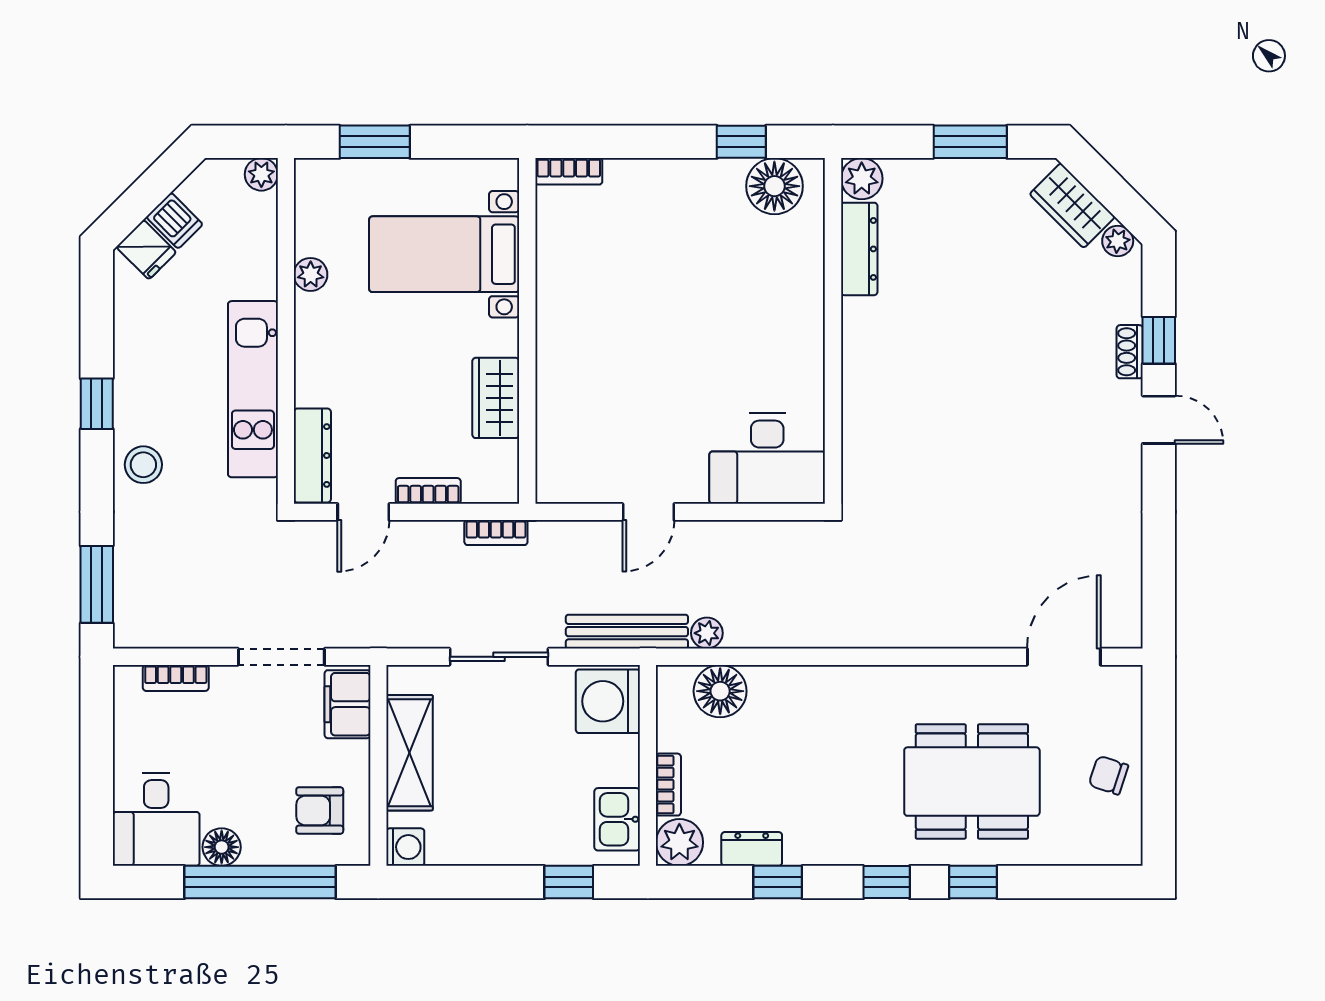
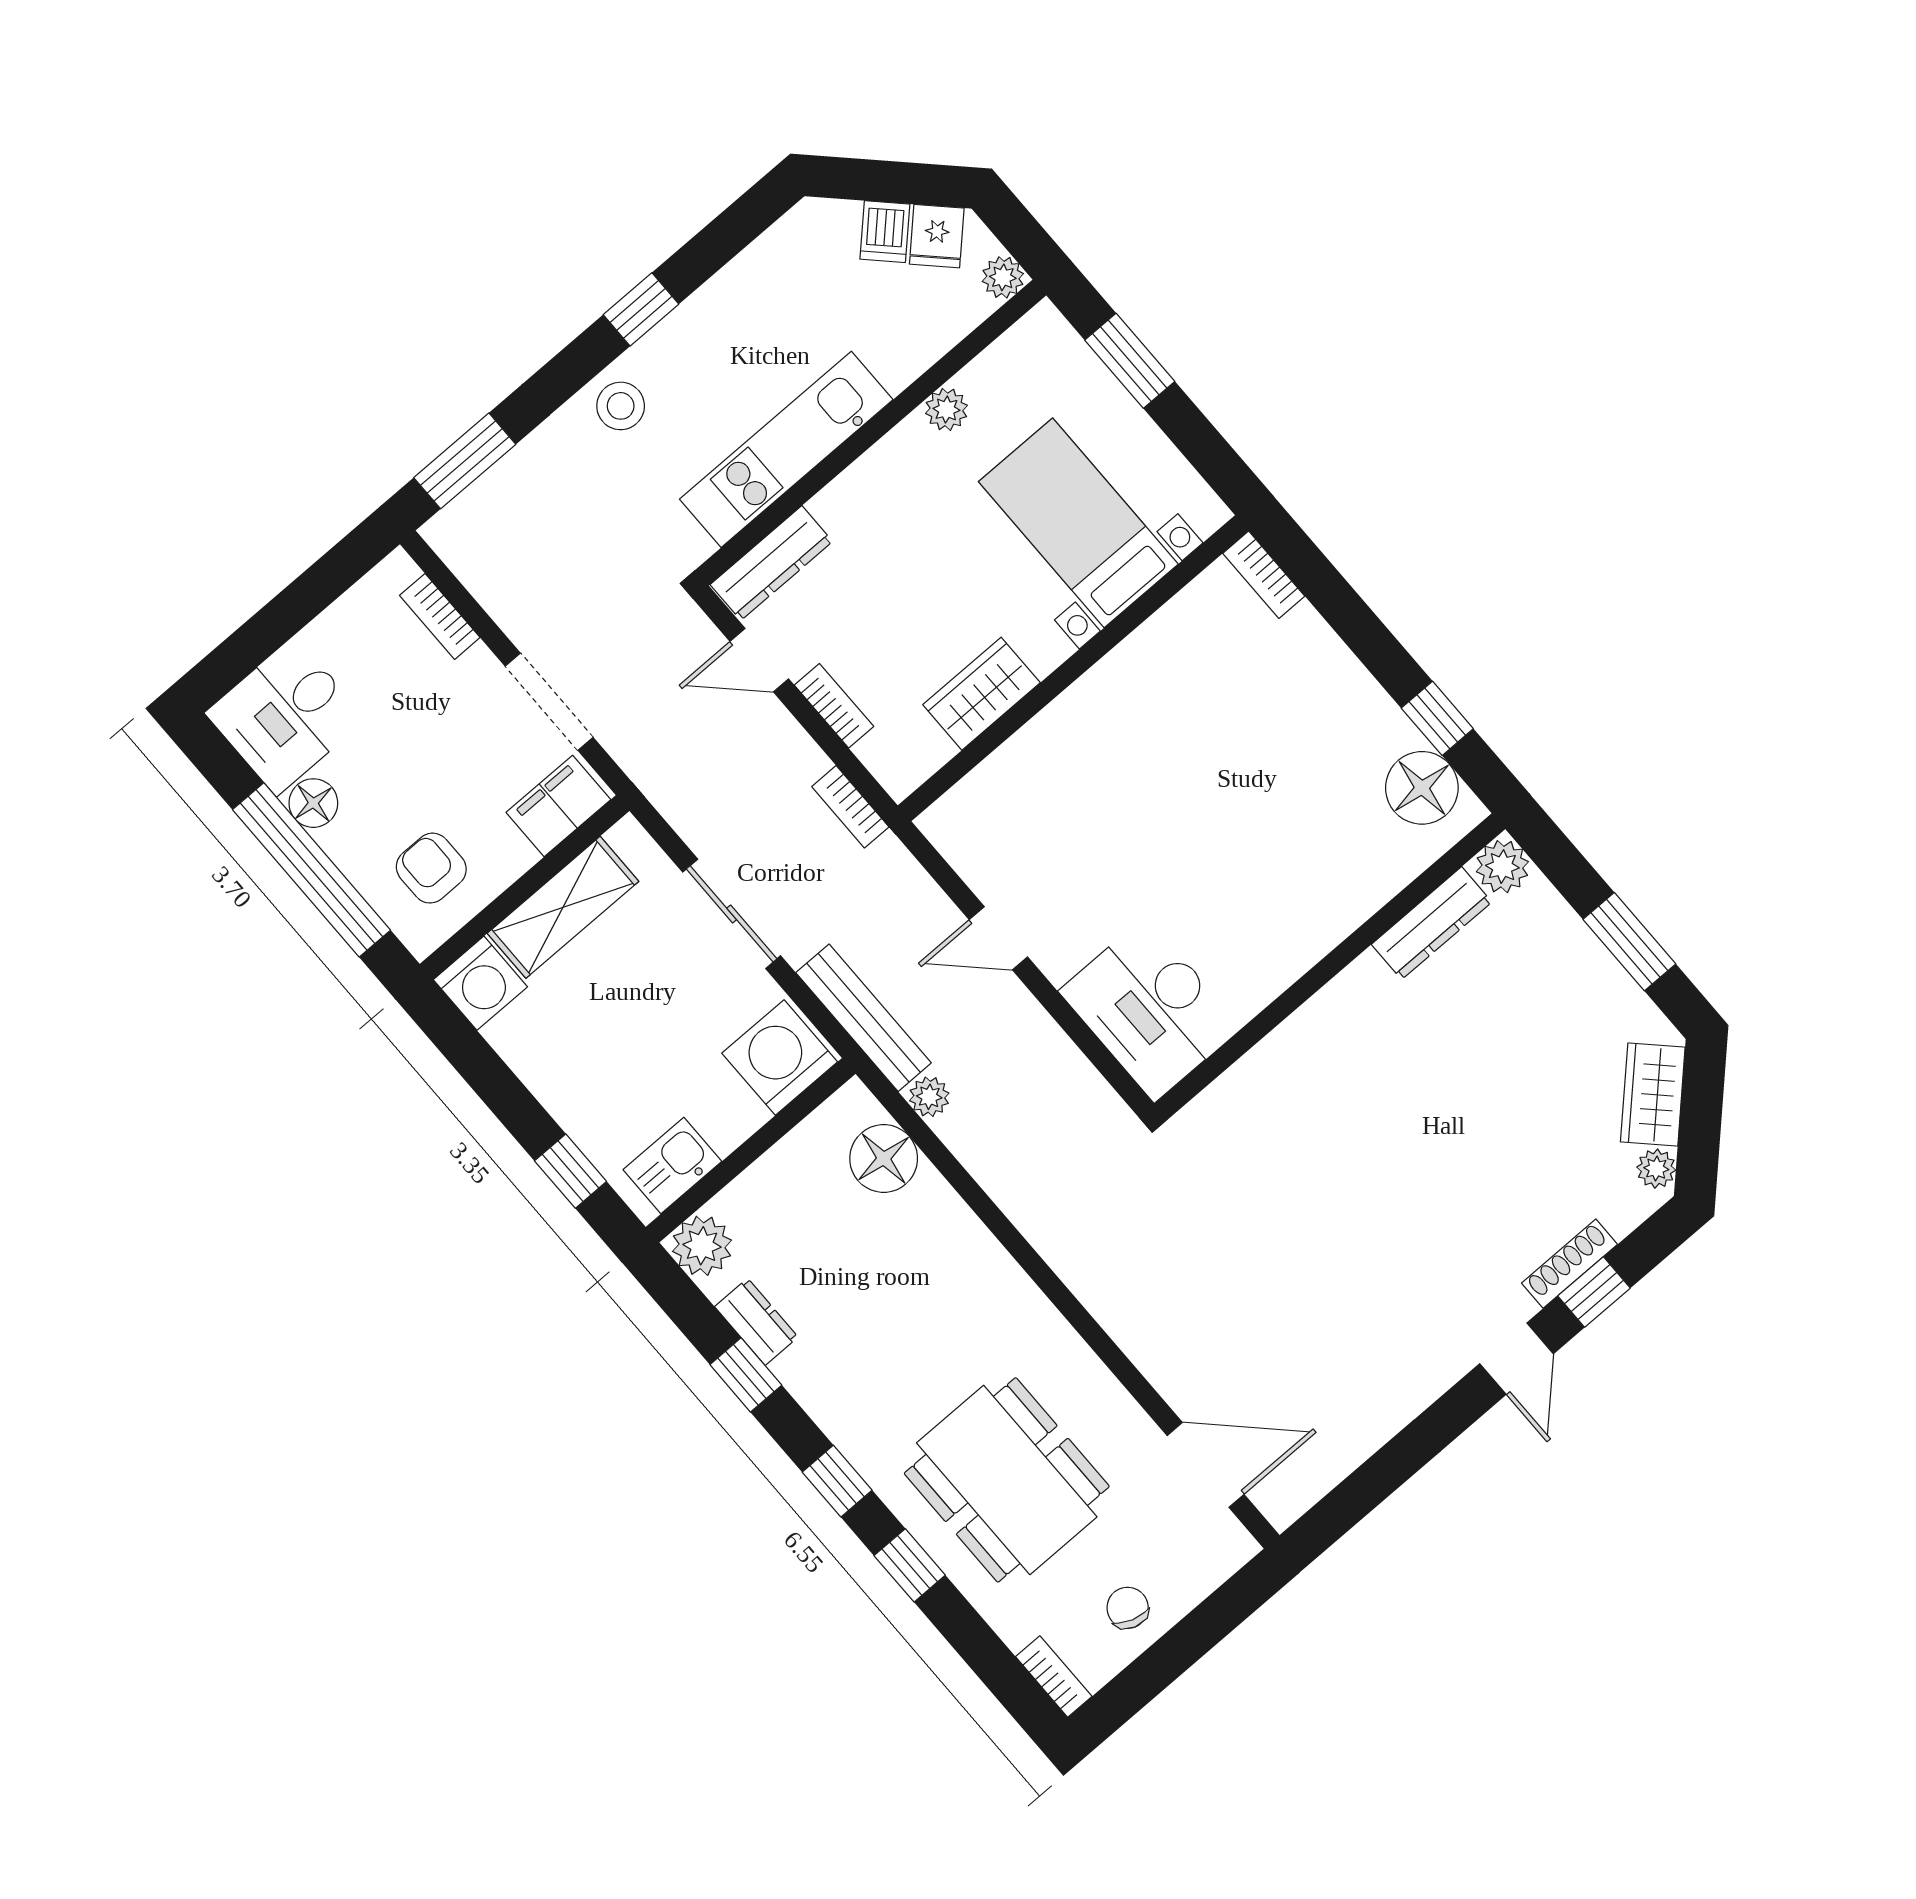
fridge: (146, 250) -> (937, 236), moved
shoe rack: (1130, 352) -> (1570, 1264), width x1.43
bookcase: (668, 785) -> (1054, 1677), moved, turned -90
washing machine: (405, 847) -> (480, 983), width x1.38, depth x1.38

